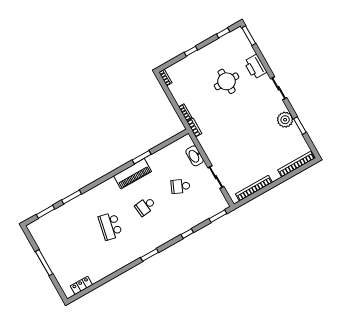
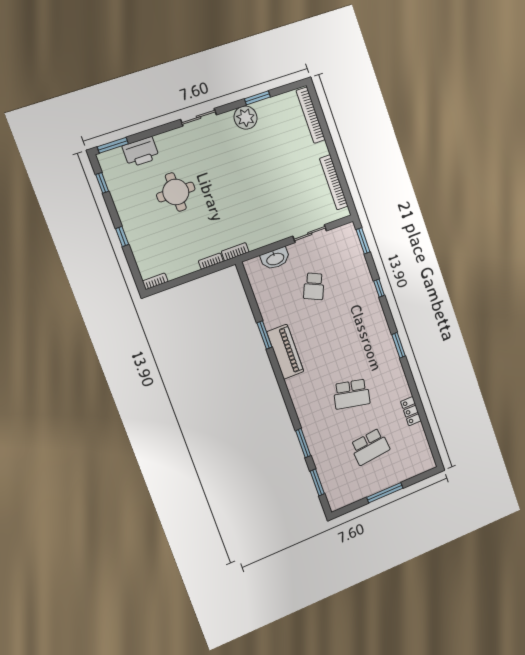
printer: (255, 67) -> (141, 152), moved
school desk: (145, 206) -> (370, 447), moved, width x1.85
locker: (81, 285) -> (411, 411), moved

